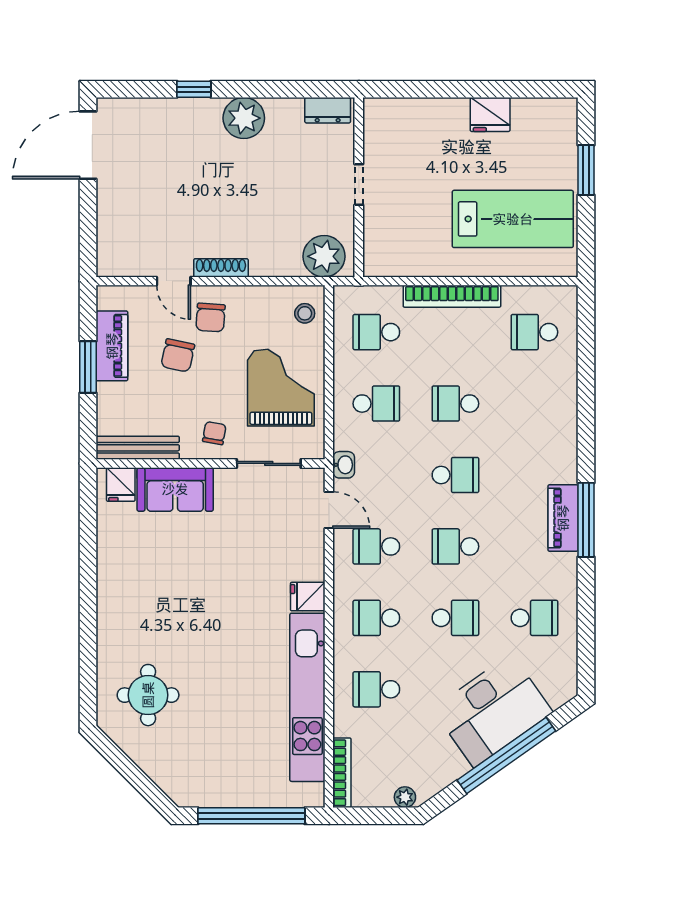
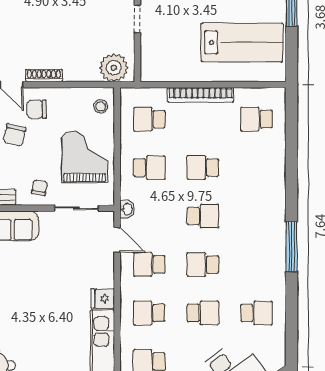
chair: (211, 318) -> (37, 109), turned 86
piano: (563, 518) -> (276, 245), removed

